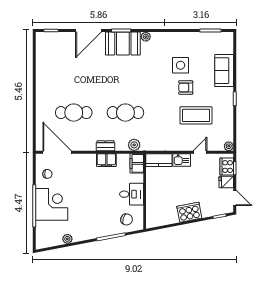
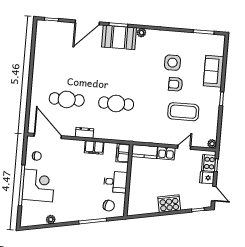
plant: (134, 145) -> (122, 135), removed
dresser: (106, 146) -> (84, 133), moved

